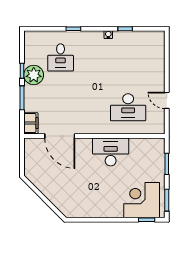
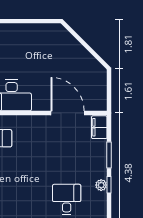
plant: (34, 75) -> (101, 185), width x0.53, depth x0.53

